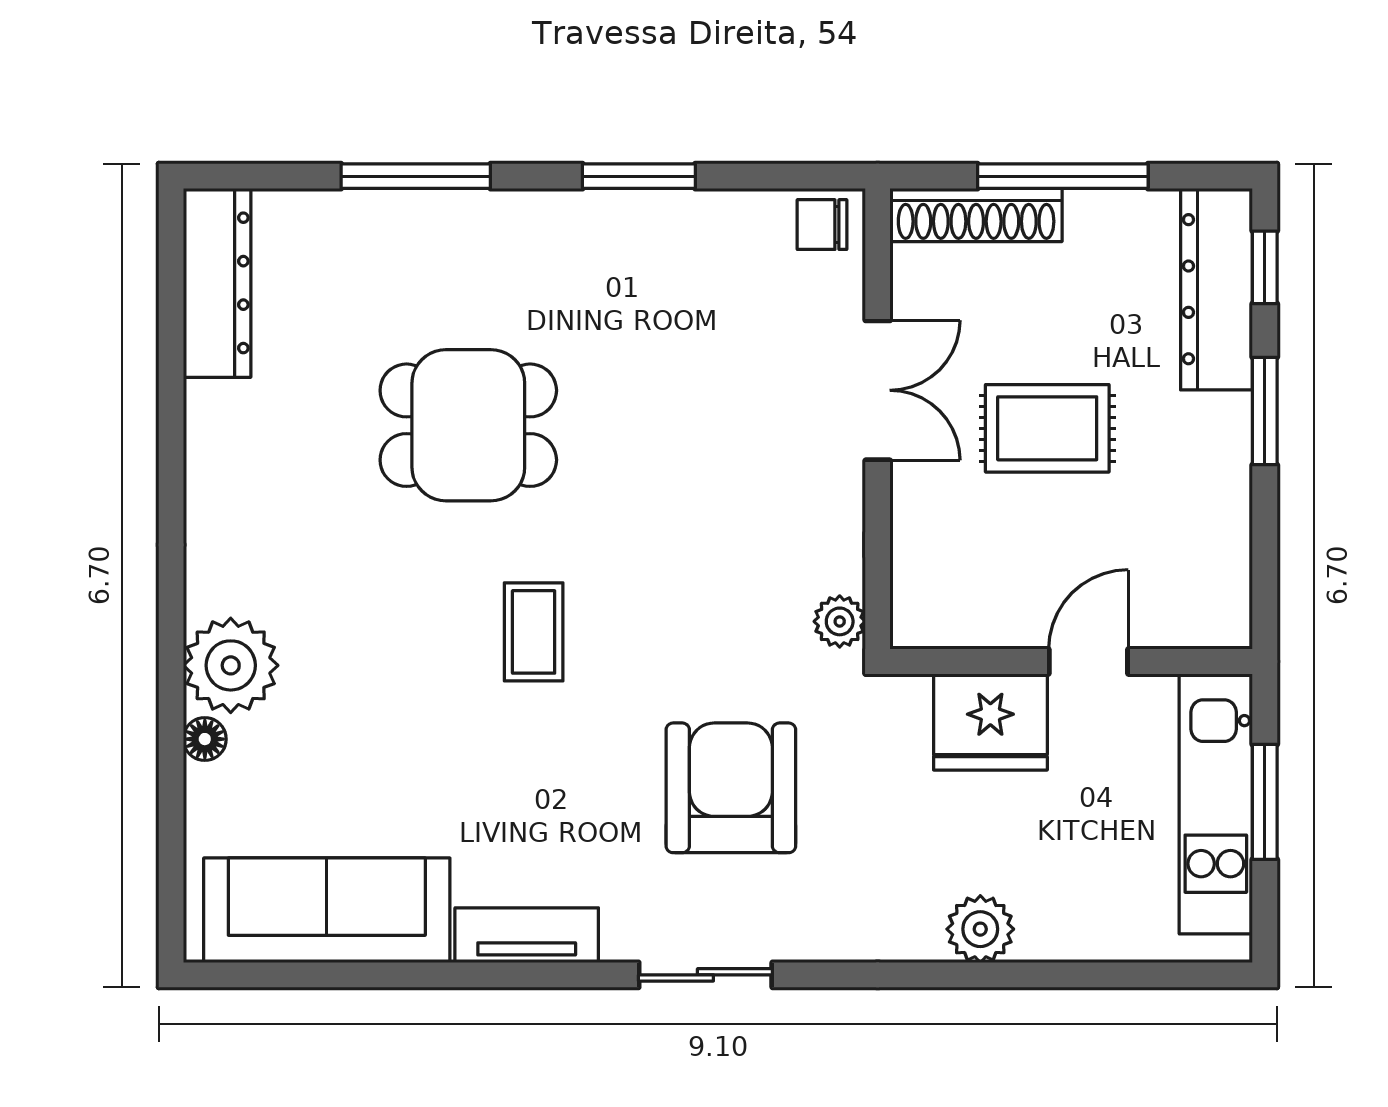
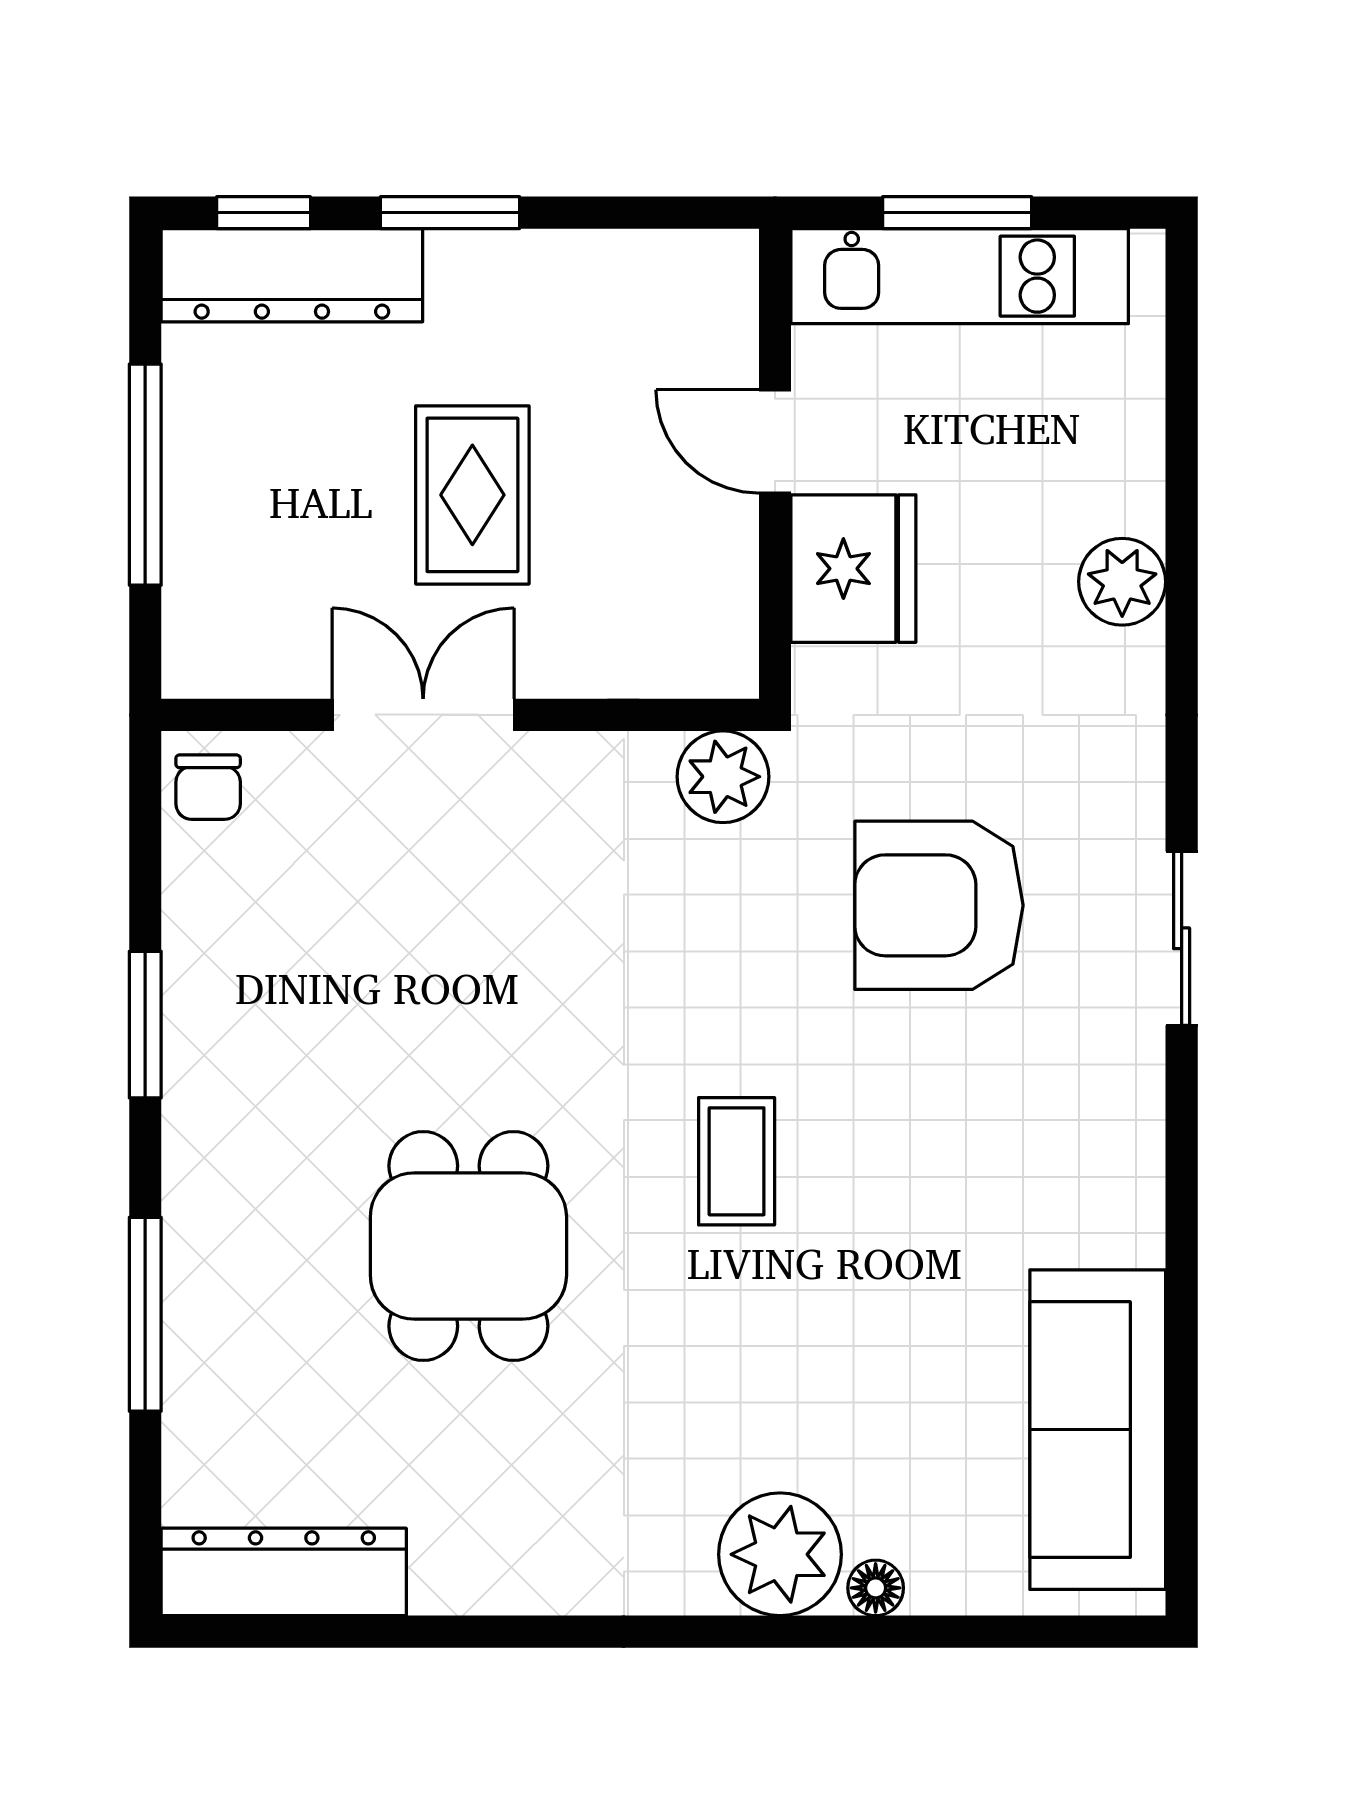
shoe rack: (976, 215) -> (196, 587), removed
plant: (840, 621) -> (723, 777), width x1.38, depth x1.38
coffee table: (534, 632) -> (737, 1161), turned 90
tv unit: (527, 935) -> (1130, 1170), removed

